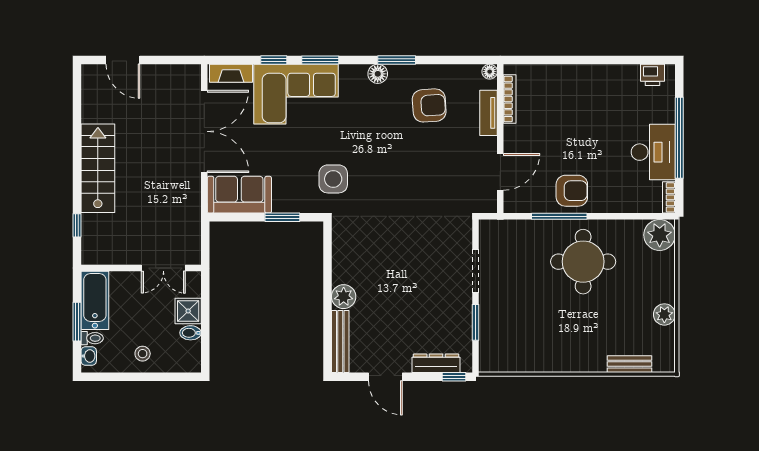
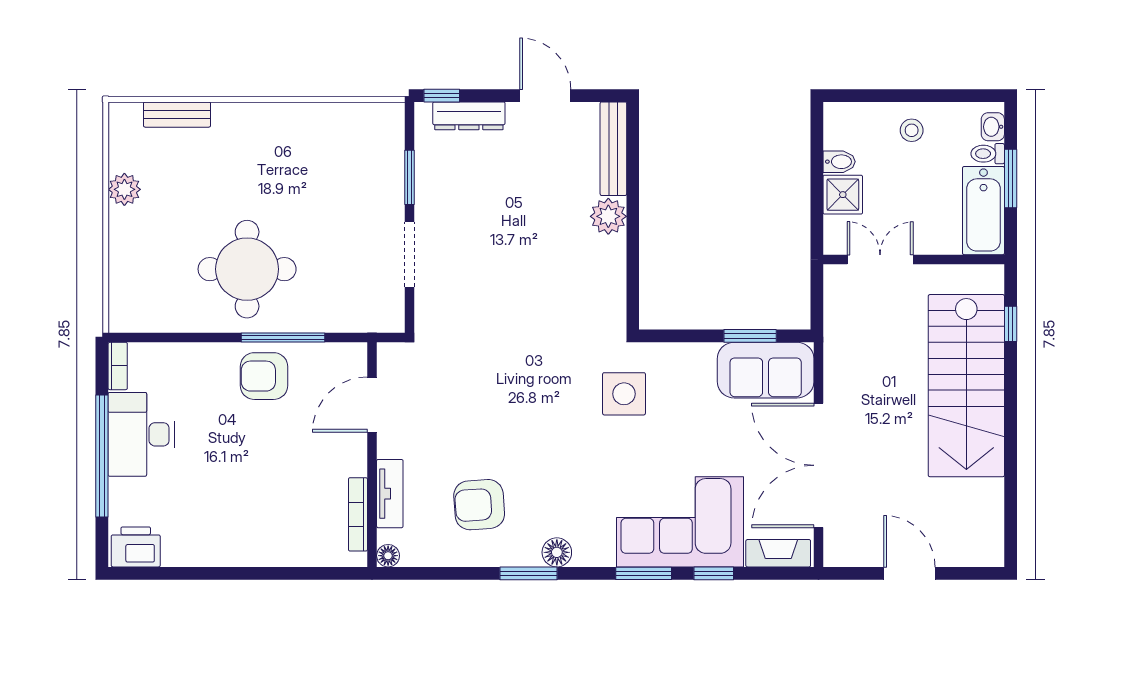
door: (123, 60) -> (909, 573), moved
printer: (653, 75) -> (136, 547), width x1.36, depth x1.24
stairs: (98, 168) -> (966, 386), width x1.36, depth x1.51
window: (282, 217) -> (750, 336), moved
plant: (660, 235) -> (132, 309), removed

